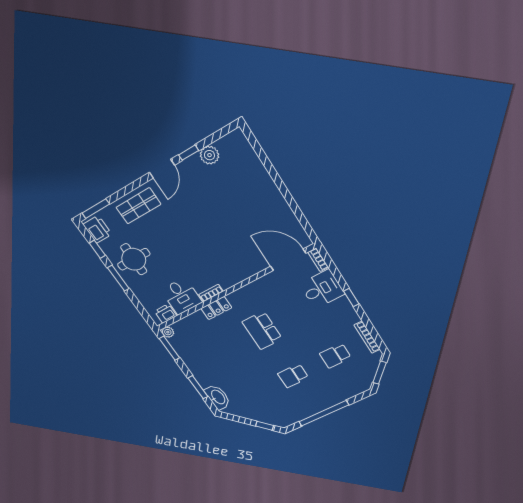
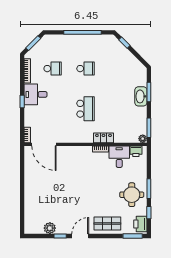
desk: (322, 289) -> (36, 94), moved
washbasin: (218, 397) -> (141, 96), moved

